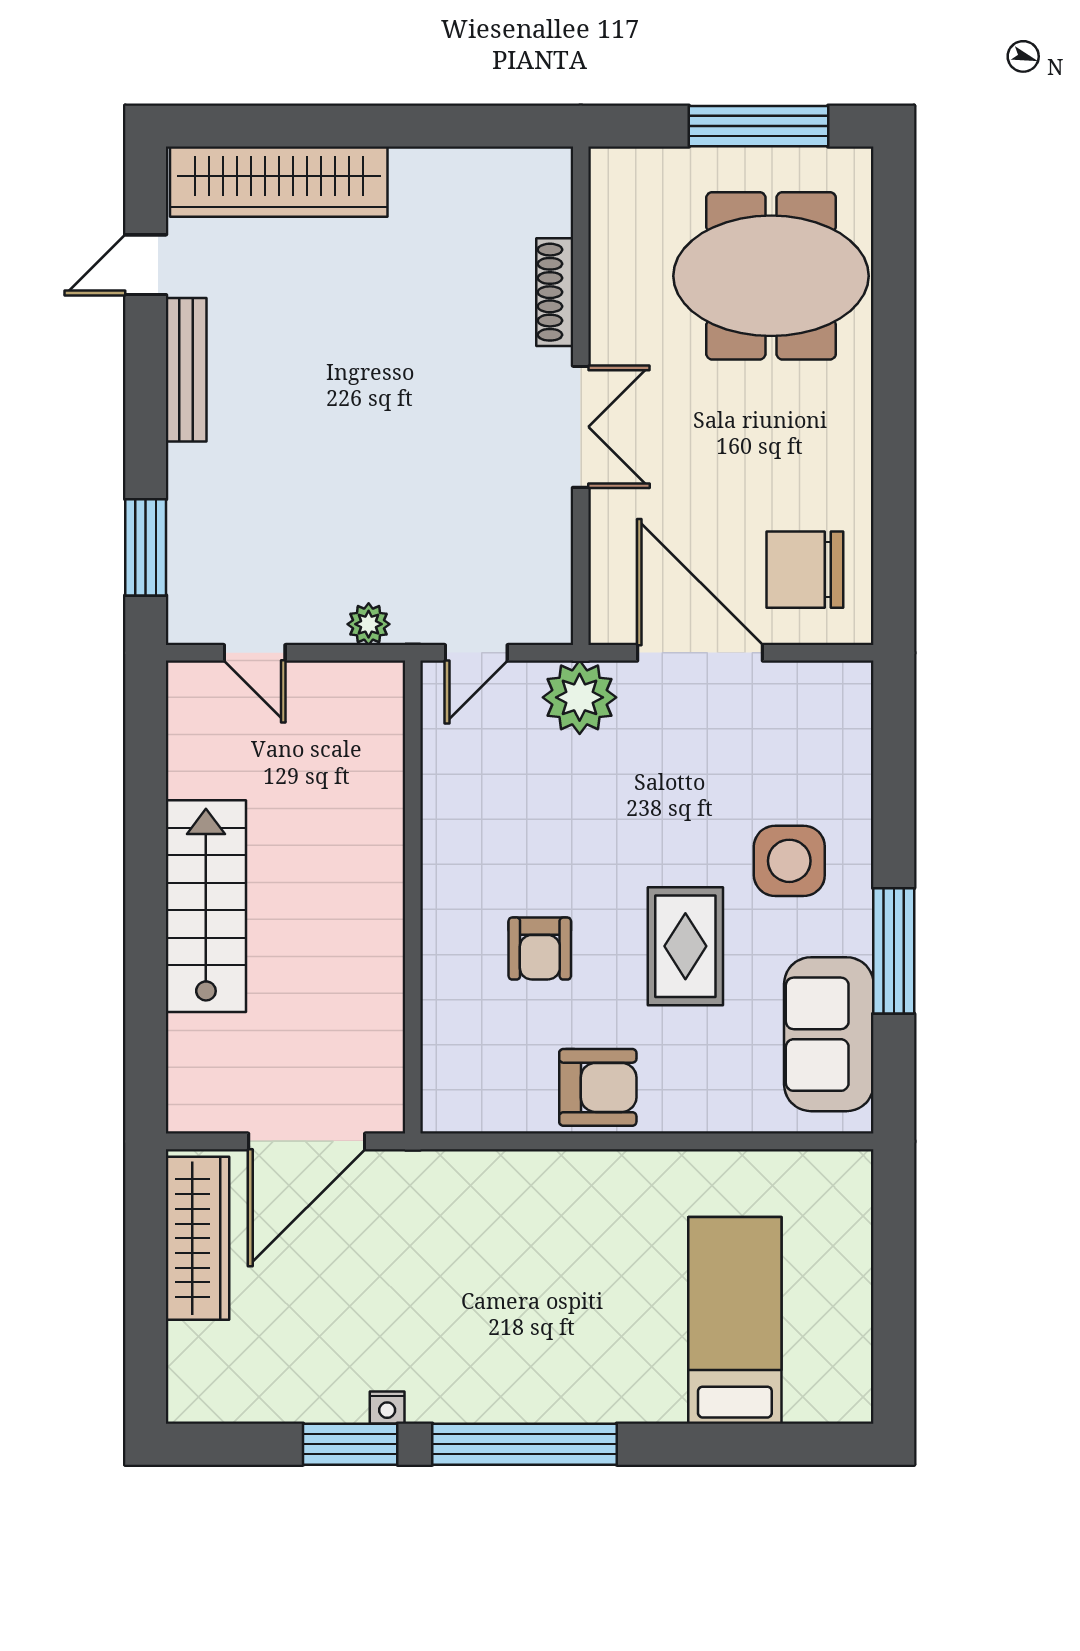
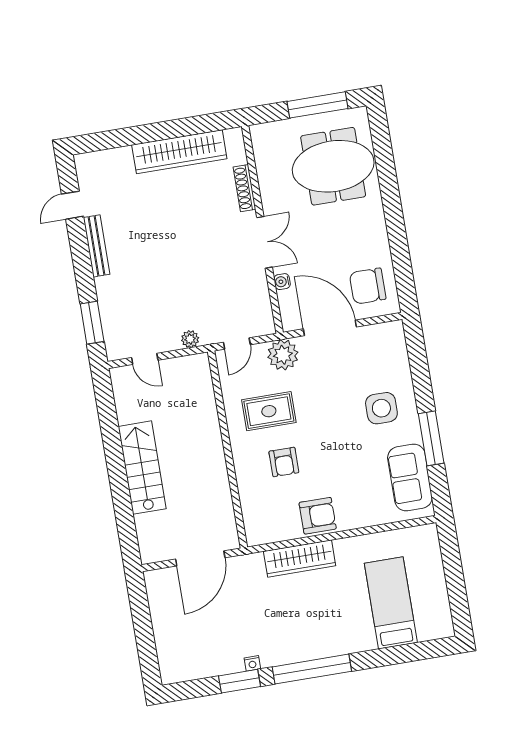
wardrobe: (279, 182) -> (179, 152), moved
water cooler: (606, 526) -> (282, 282), added
rug: (685, 946) -> (269, 411), moved, turned 90
wardrobe: (198, 1238) -> (300, 559), moved, turned 90

